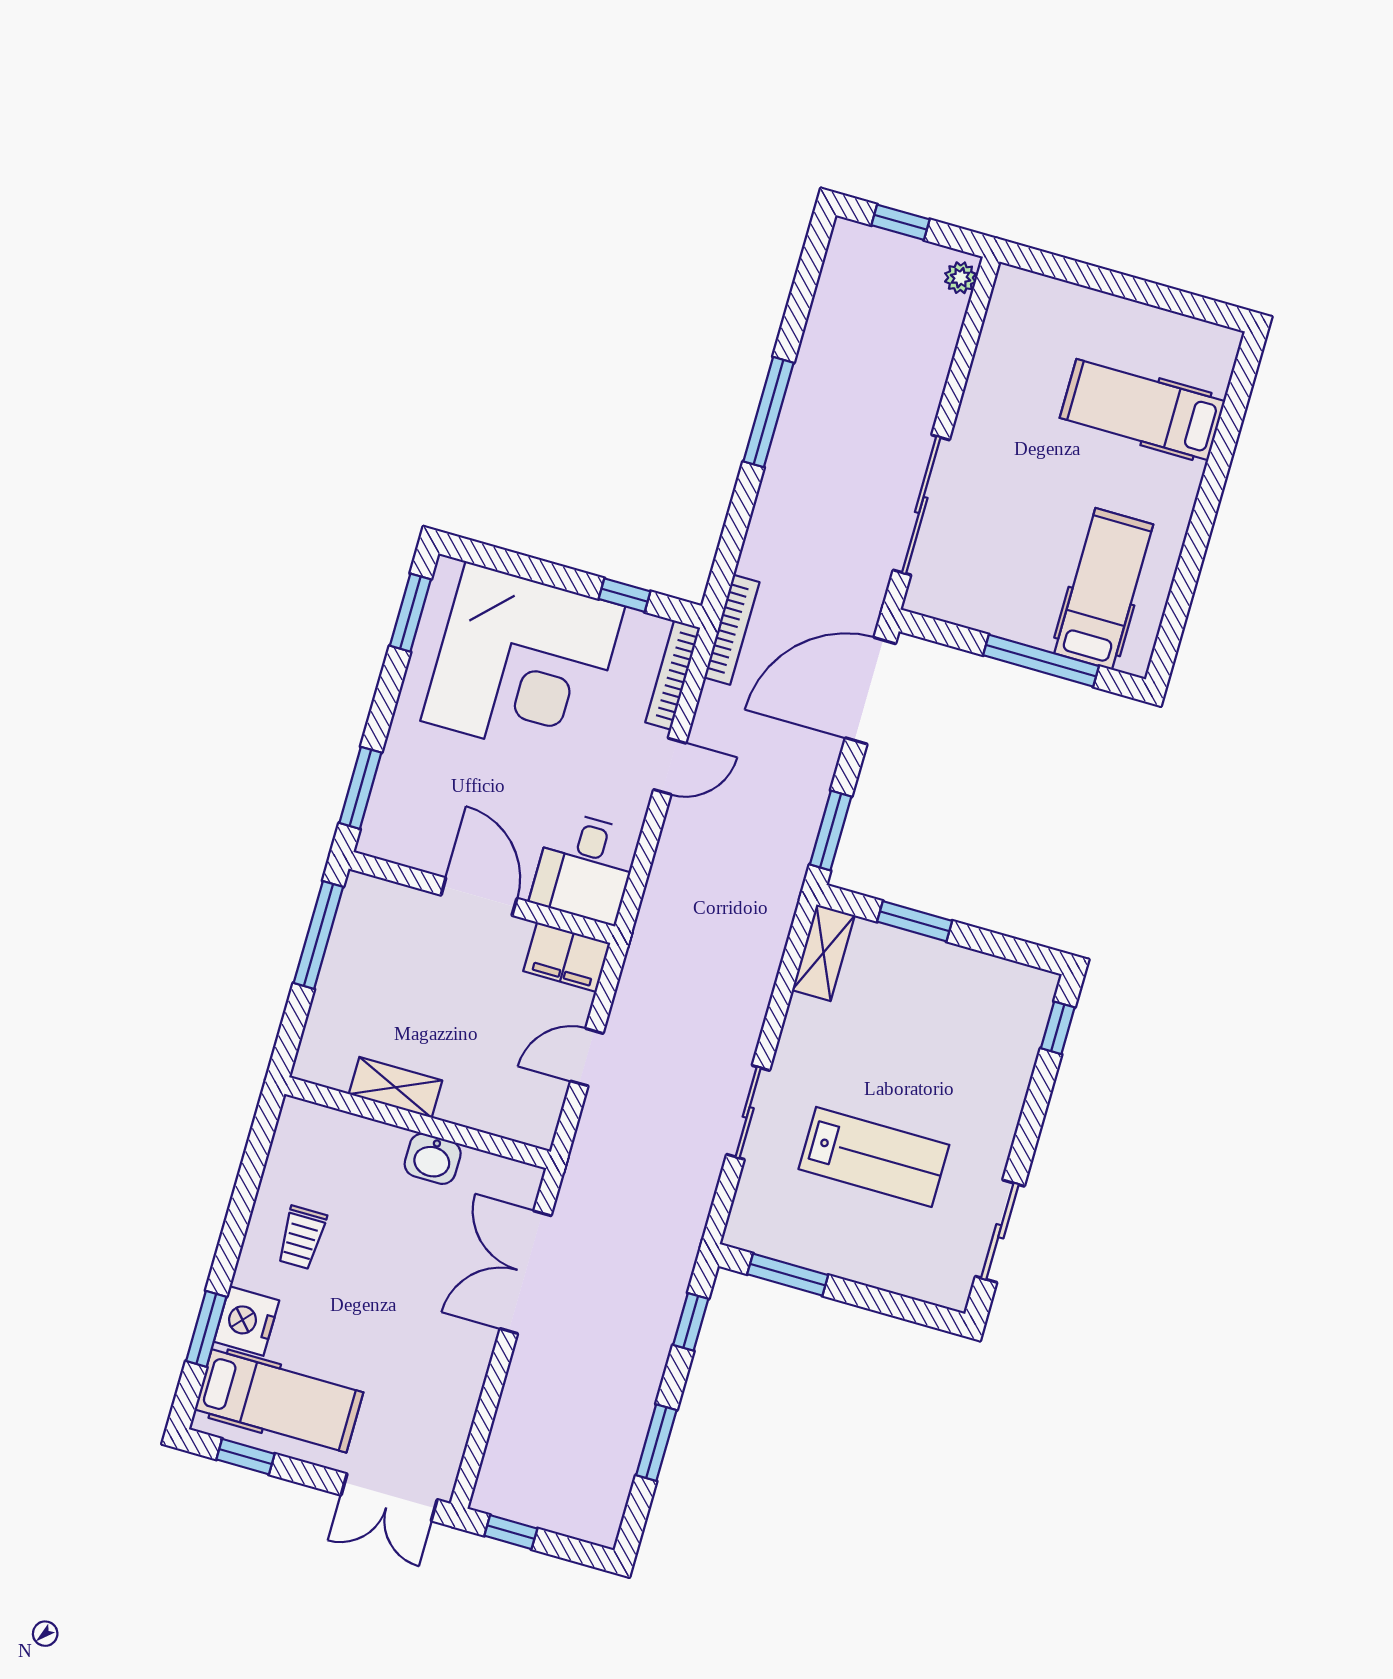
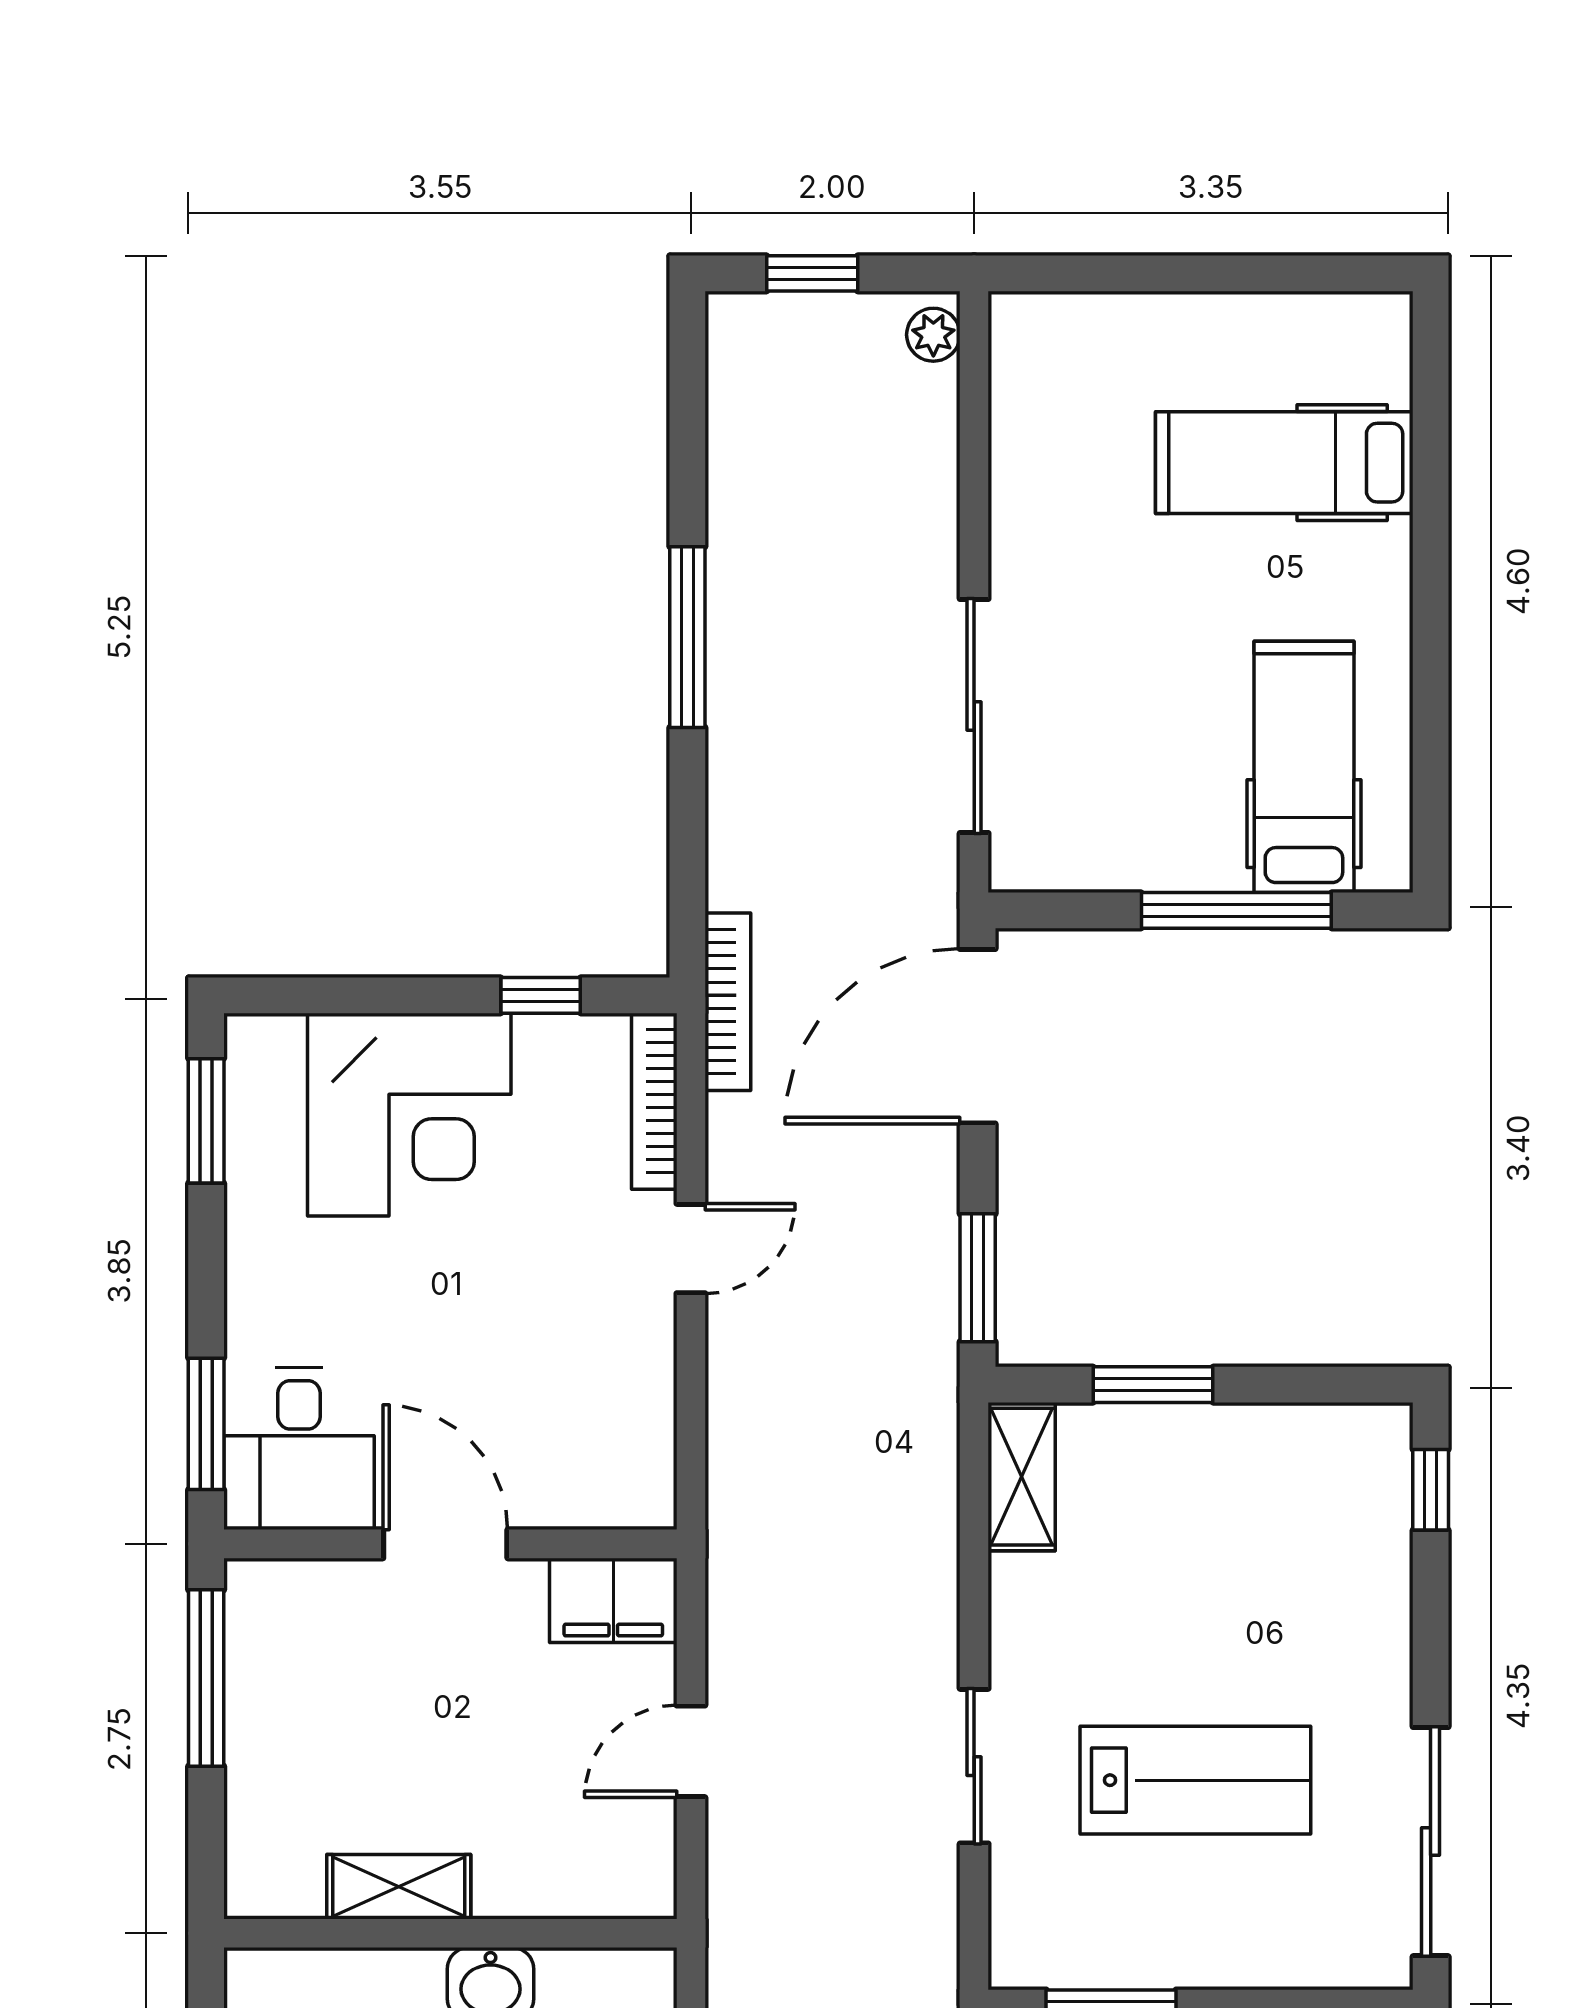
corner desk: (523, 664) -> (409, 1115), width x0.74, depth x0.74
desk: (585, 867) -> (299, 1449), moved
sliding door: (1000, 1231) -> (1431, 1842), width x1.37

